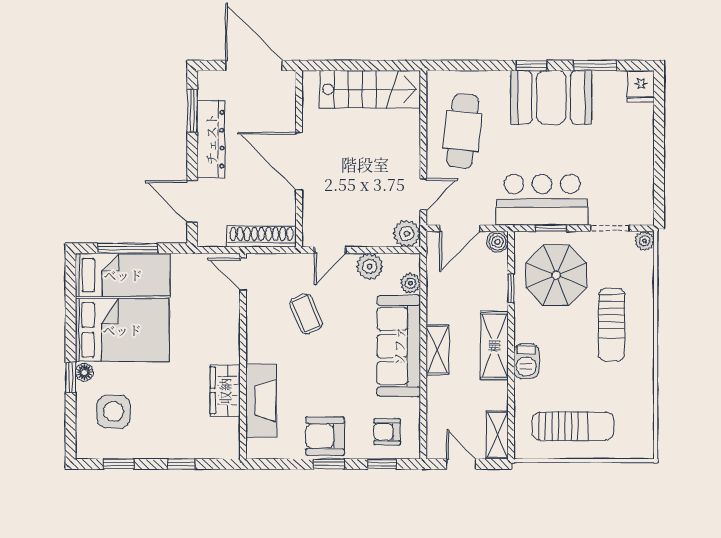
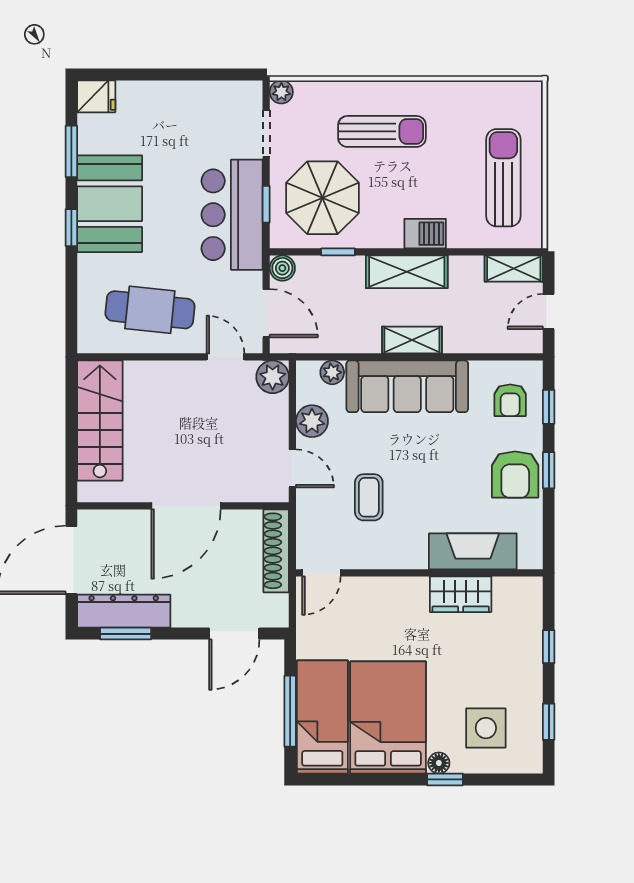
dresser: (211, 139) -> (124, 611), moved
coffee table: (306, 314) -> (369, 497), turned -67

